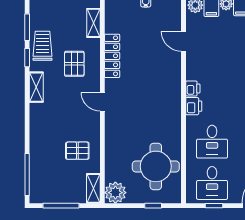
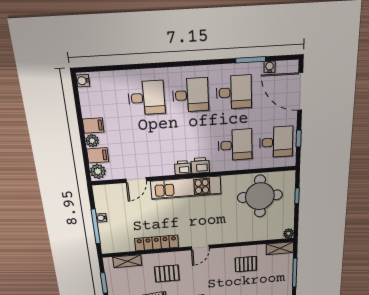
kitchen unit: (171, 90) -> (186, 188), added
pallet: (77, 151) -> (246, 264), turned 90
plant: (115, 193) -> (289, 233), width x0.53, depth x0.53

